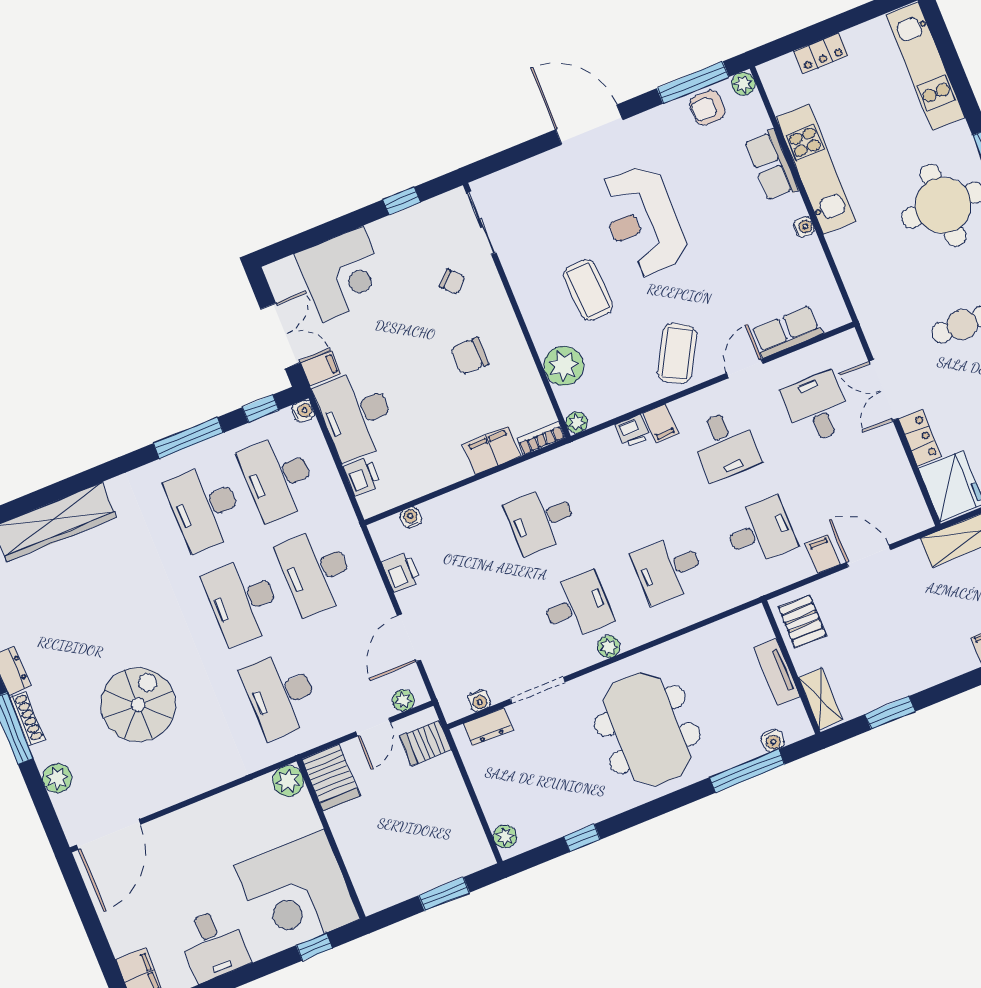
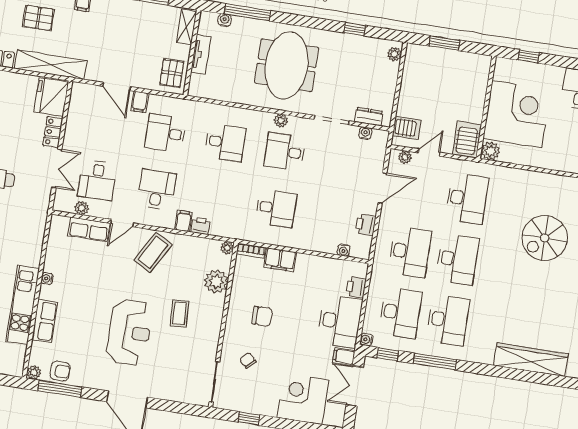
coffee table: (588, 290) -> (180, 313), width x0.73, depth x0.77
plant: (815, 355) -> (82, 208), added
corner desk: (297, 892) -> (517, 114), moved

